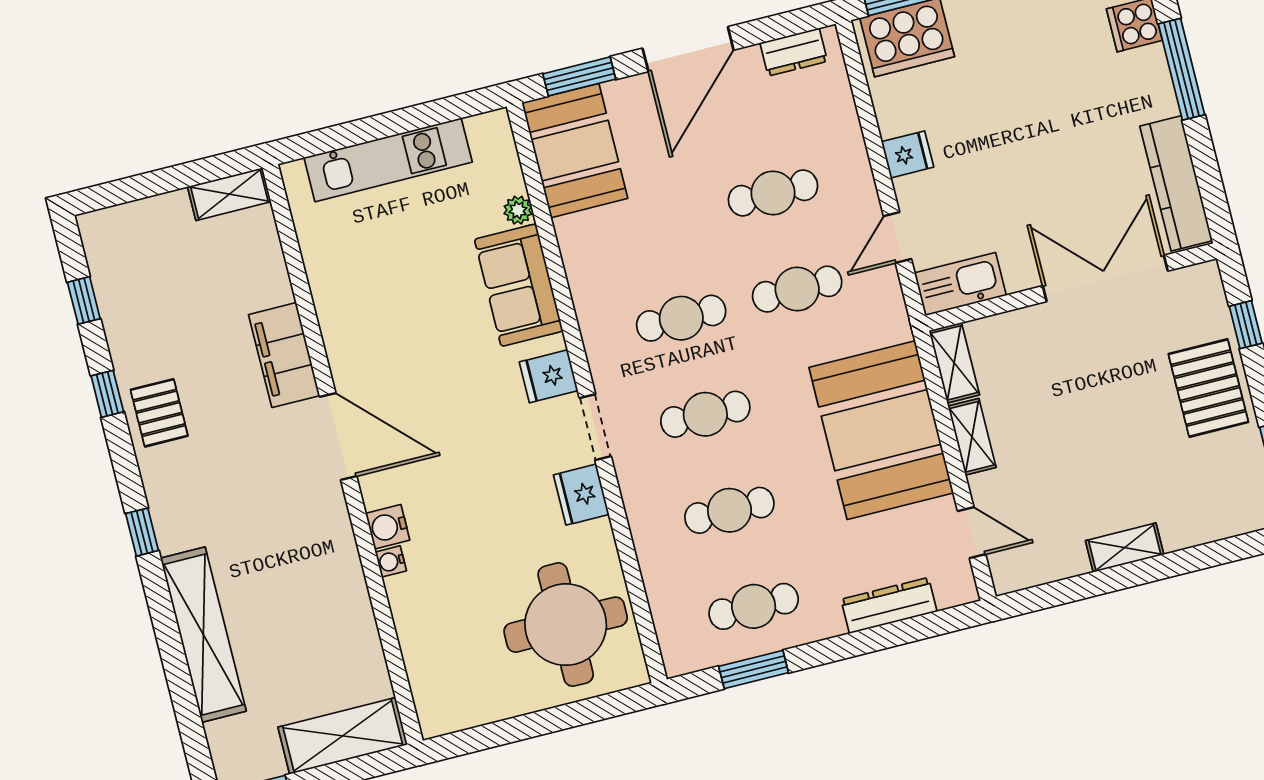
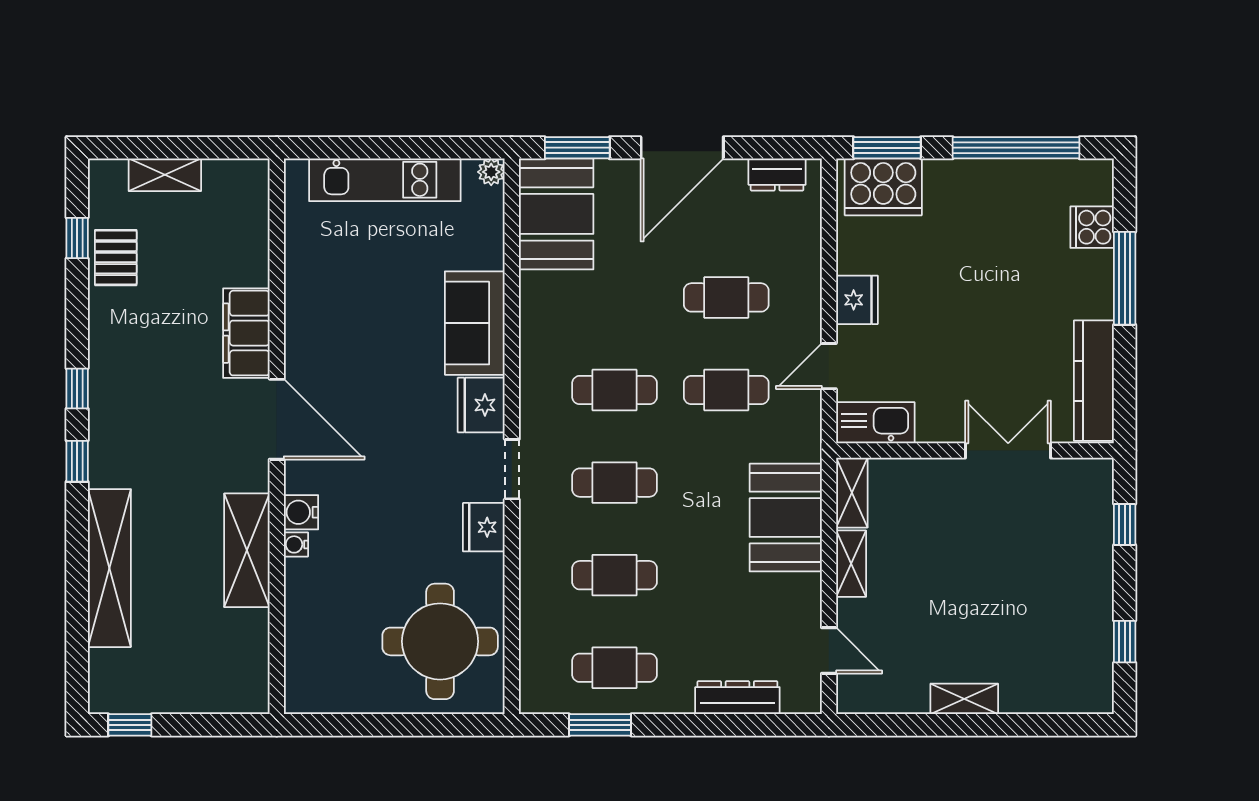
fridge: (908, 154) -> (857, 300), width x1.38
shelving: (229, 194) -> (165, 175), moved
plant: (518, 210) -> (491, 172), moved
double door: (1105, 278) -> (1008, 451), width x0.73
fridge: (549, 376) -> (481, 405), width x1.38
pallet: (1208, 388) -> (1076, 573), removed
window: (107, 394) -> (77, 388), moved
pallet: (159, 413) -> (116, 258), moved
booth: (881, 430) -> (786, 518), width x0.73, depth x0.70
shelving: (343, 736) -> (247, 550), moved, turned 90

